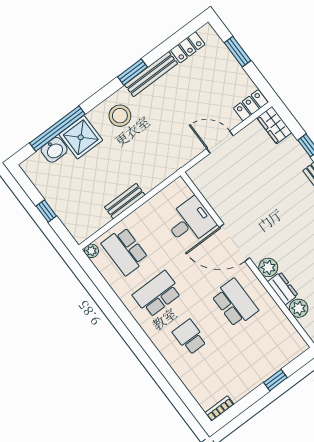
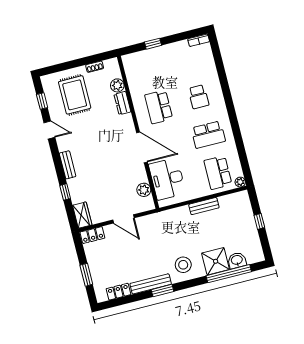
desk: (190, 222) -> (167, 179), width x1.37
school desk: (125, 251) -> (218, 173), turned 180
plant: (268, 267) -> (144, 190), moved

